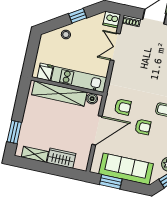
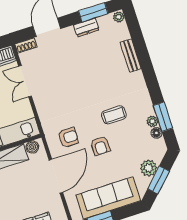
armchair: (143, 127) -> (100, 146), turned 90

